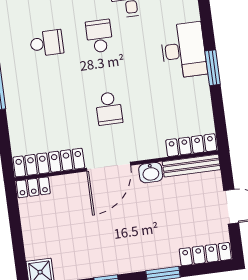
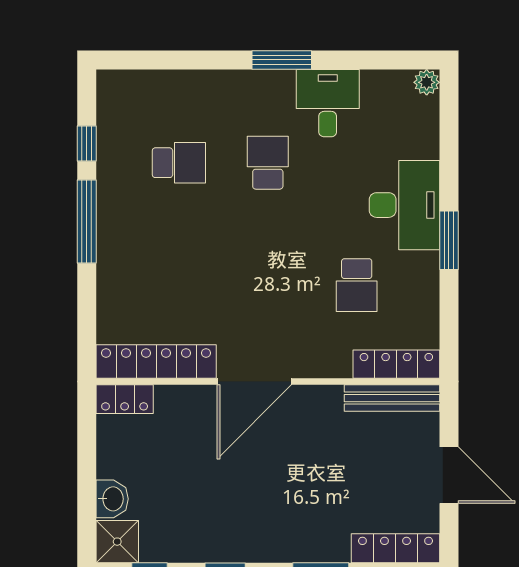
school desk: (109, 108) -> (357, 285), moved
washbasin: (151, 173) -> (112, 499), moved, turned -90

